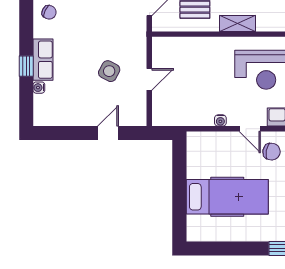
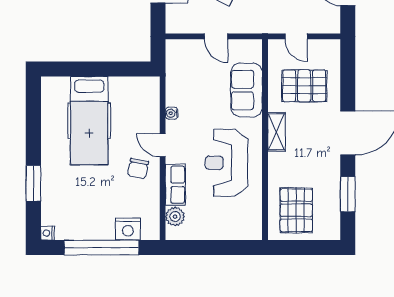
sofa: (199, 51) -> (247, 90), added
door: (250, 129) -> (163, 145), hinge flipped

